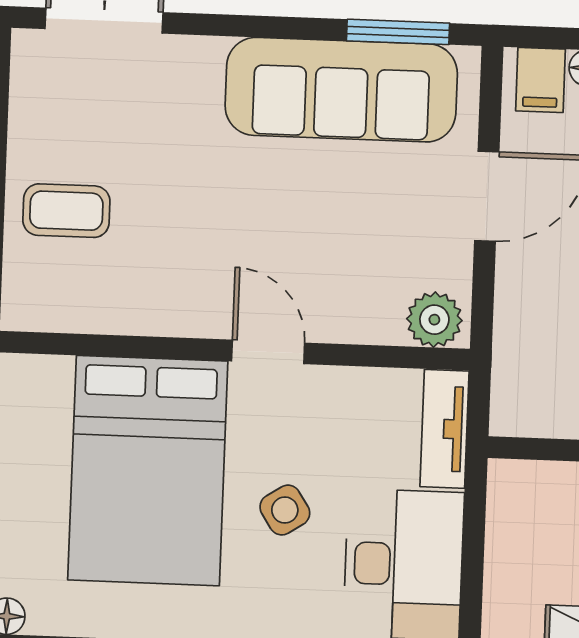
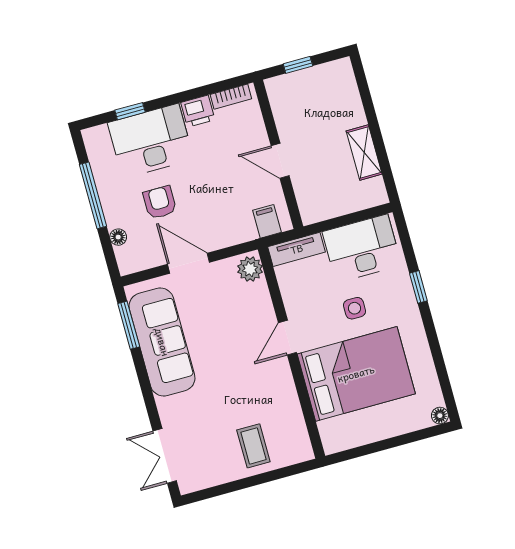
filing cabinet: (540, 80) -> (267, 221), moved, turned -90
side table: (285, 510) -> (355, 308), turned 33

